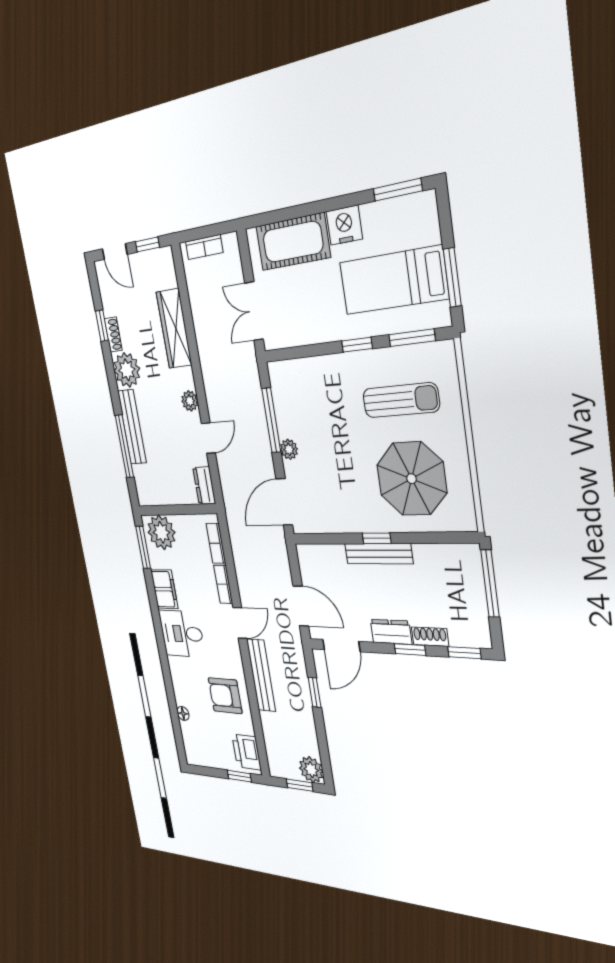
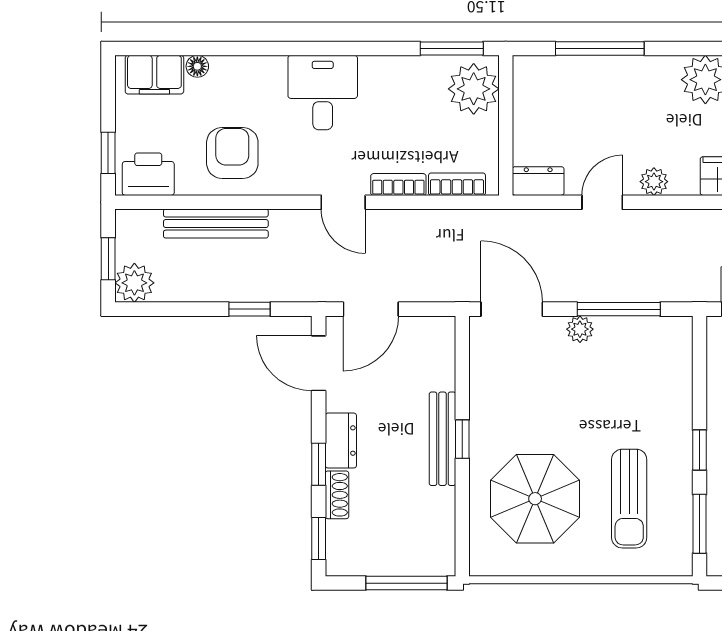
bench: (132, 427) -> (626, 70), removed
door: (208, 438) -> (602, 202), swing flipped
filing cabinet: (164, 589) -> (154, 75), moved
bench: (261, 675) -> (216, 224), moved

